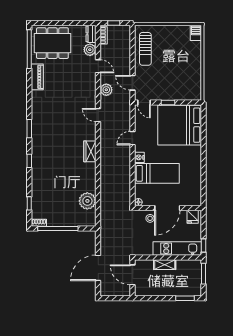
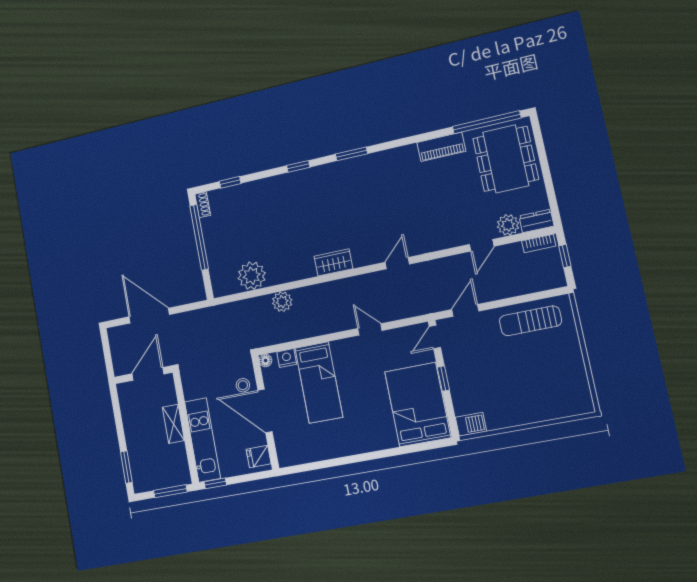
barbecue: (196, 33) -> (471, 424), moved
plant: (106, 90) -> (282, 302), moved
bed: (180, 125) -> (418, 405), width x0.73
nightstand: (139, 157) -> (287, 358), moved

